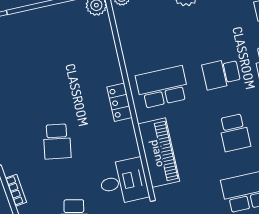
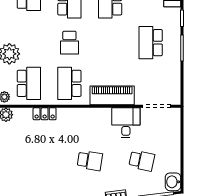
locker: (119, 102) -> (45, 114), moved
school desk: (234, 133) -> (29, 83), moved, width x1.85

